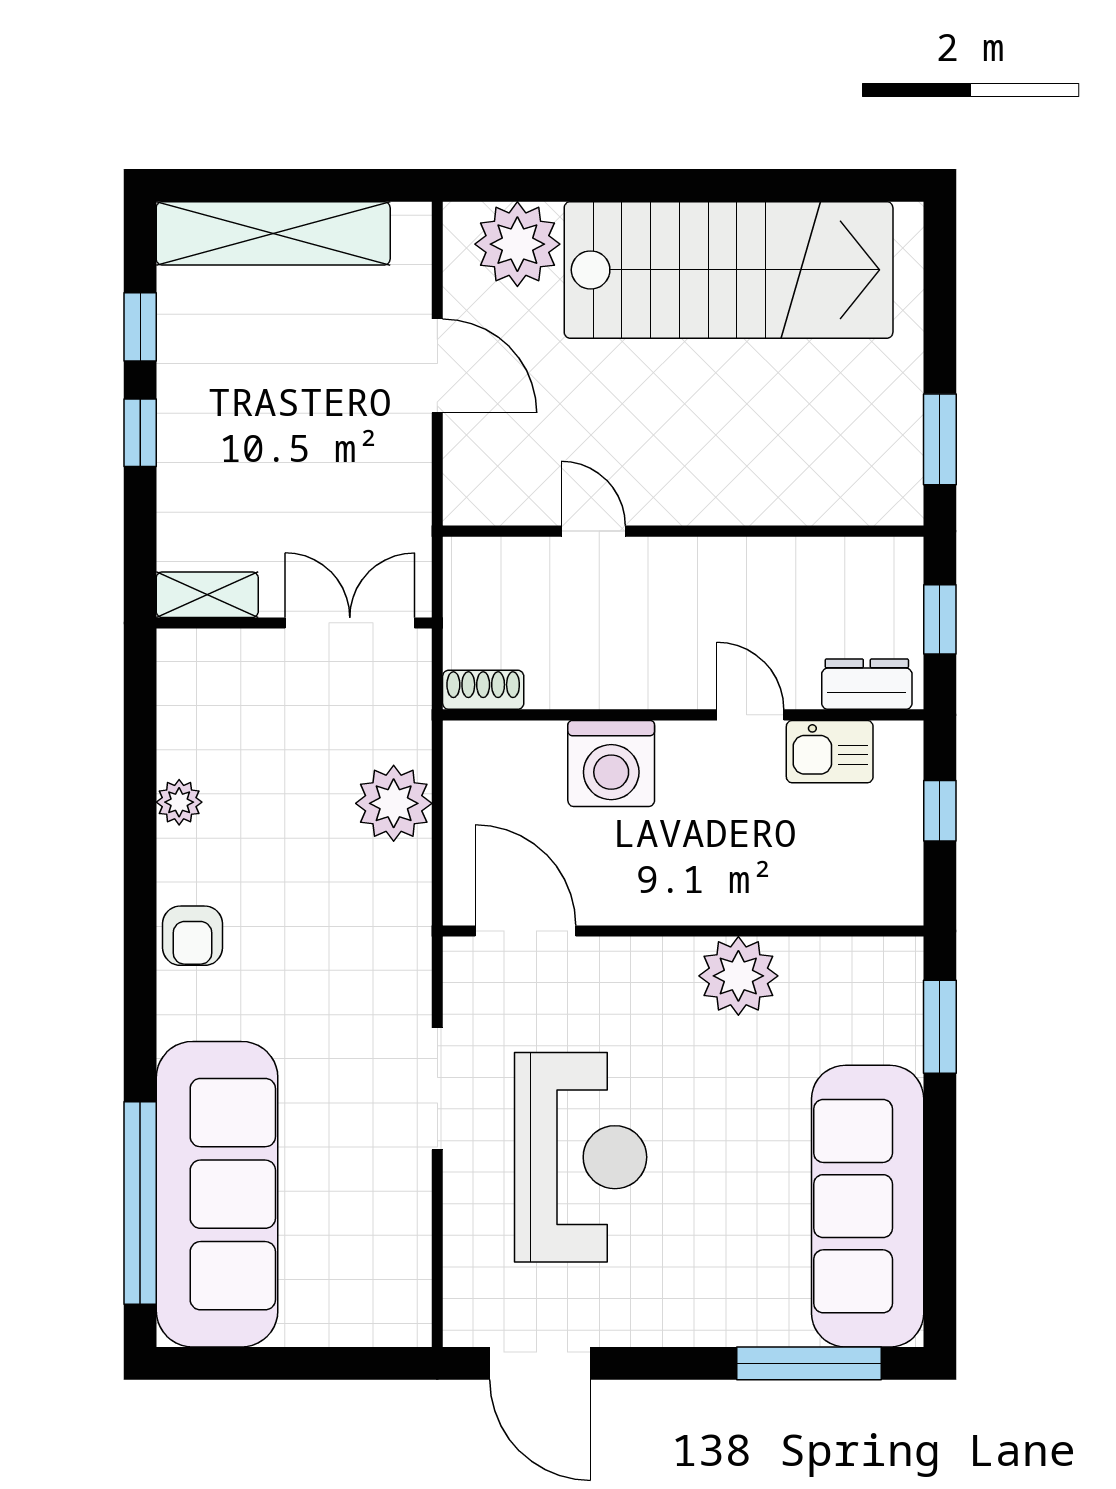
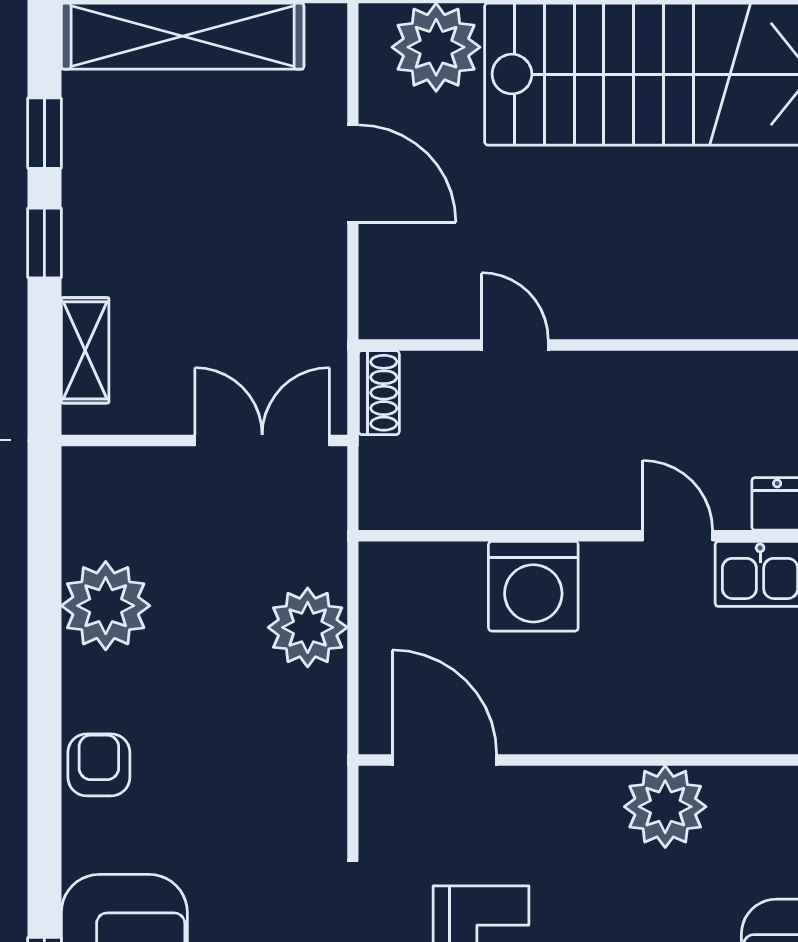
shelving: (207, 595) -> (85, 350), moved, turned 90
shoe rack: (483, 690) -> (379, 393), moved, turned 90
plant: (179, 802) -> (106, 606), width x1.88, depth x1.88
armchair: (192, 936) -> (99, 765), turned 180

